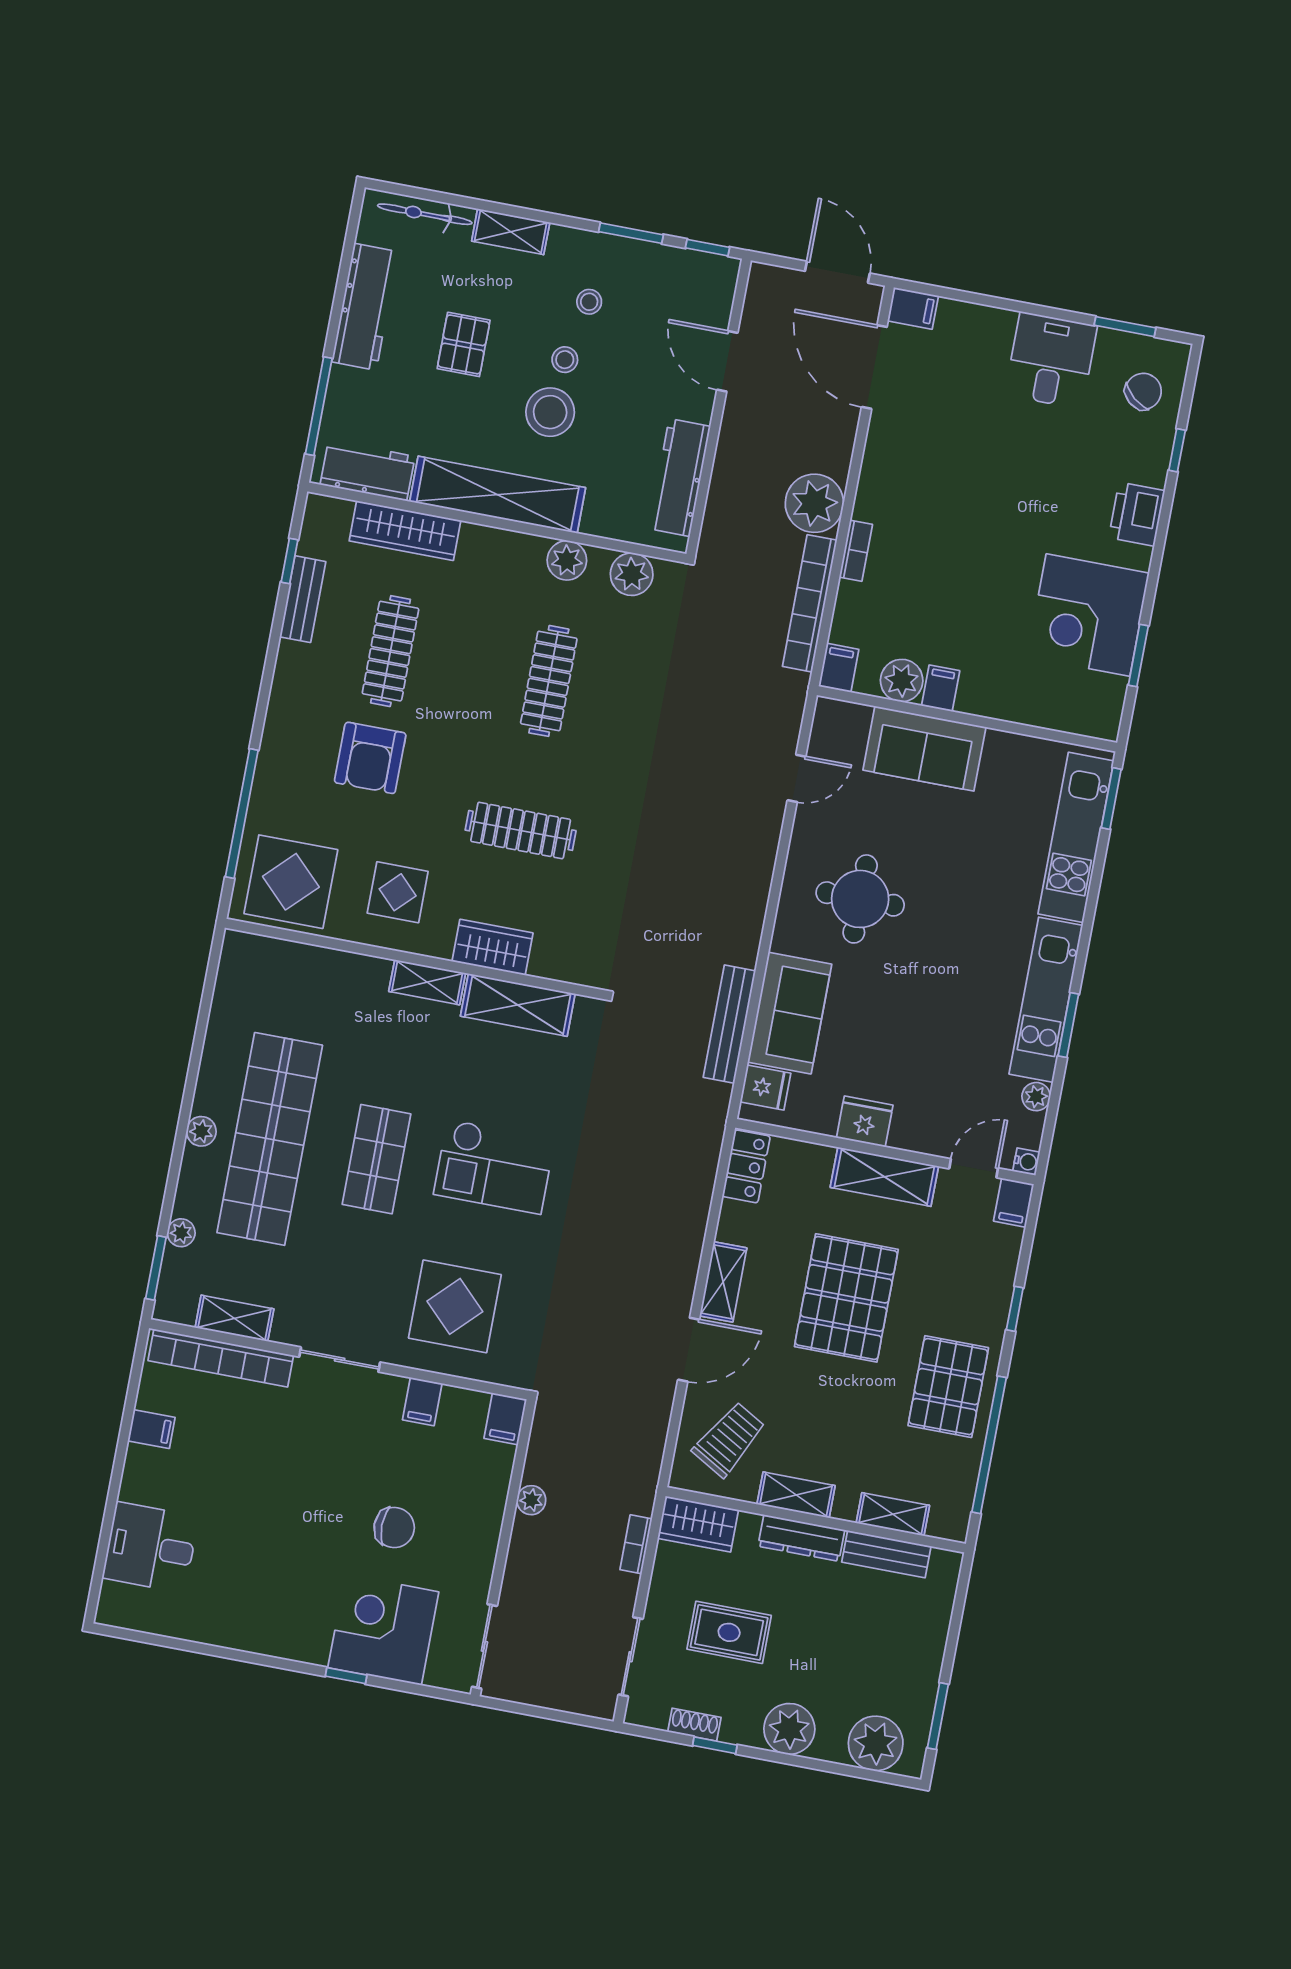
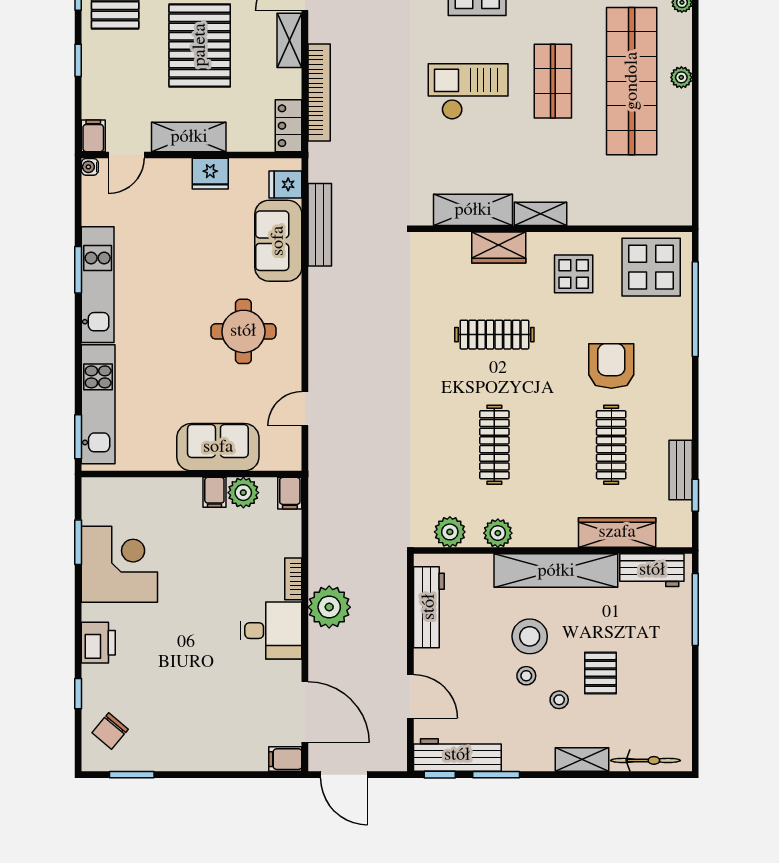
stool: (589, 302) -> (559, 700), moved
workbench: (365, 307) -> (457, 755), moved, turned 90
desk: (1051, 360) -> (271, 631), moved, turned -90
bookcase: (810, 603) -> (319, 93), moved
plant: (1036, 1097) -> (92, 214), removed

